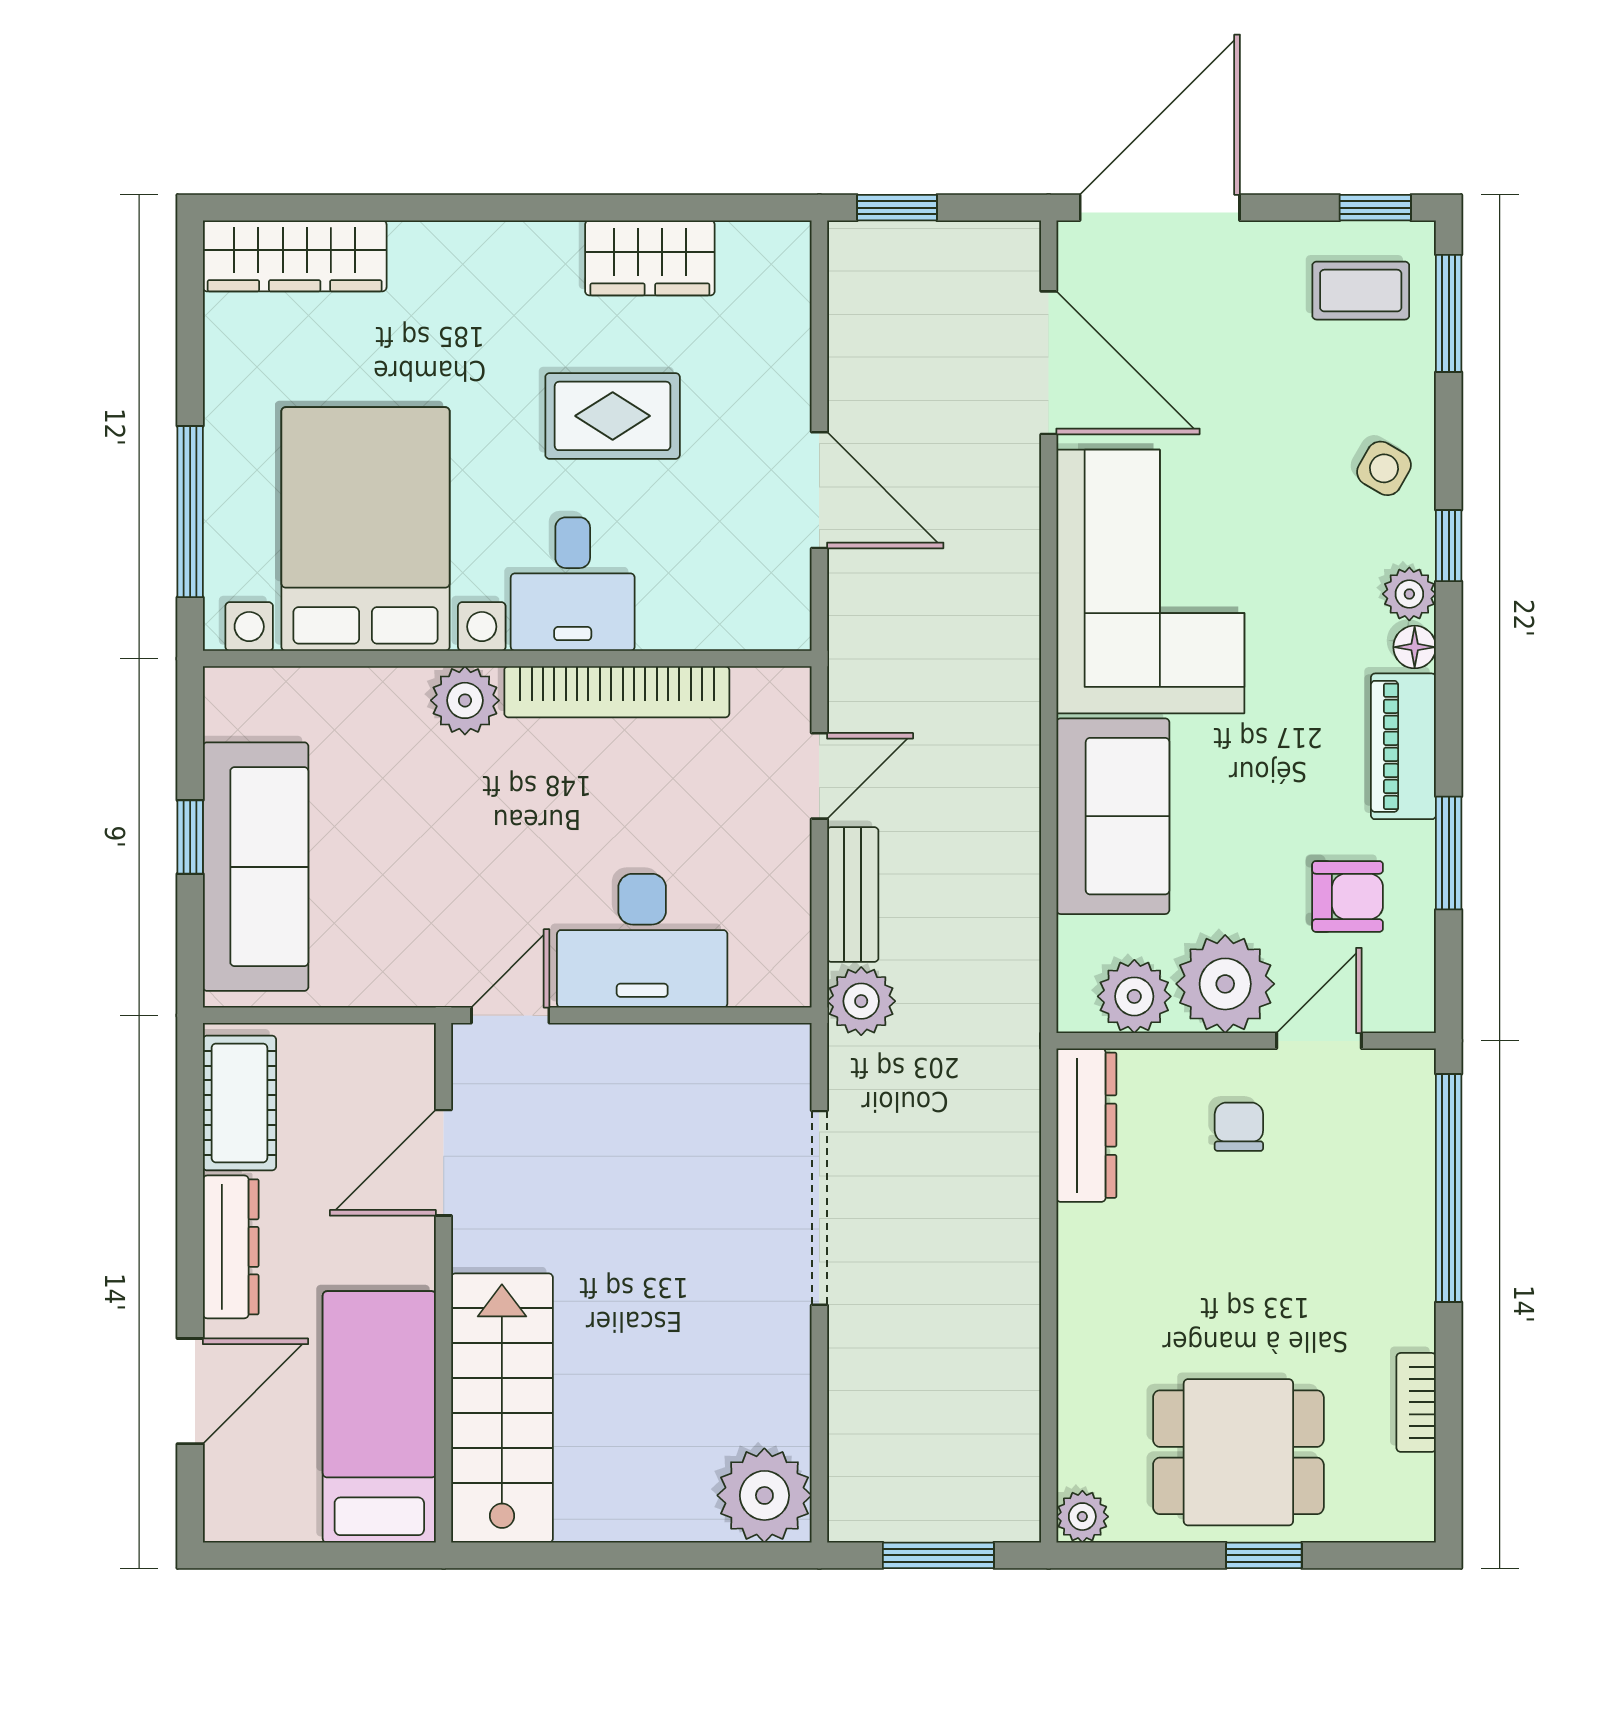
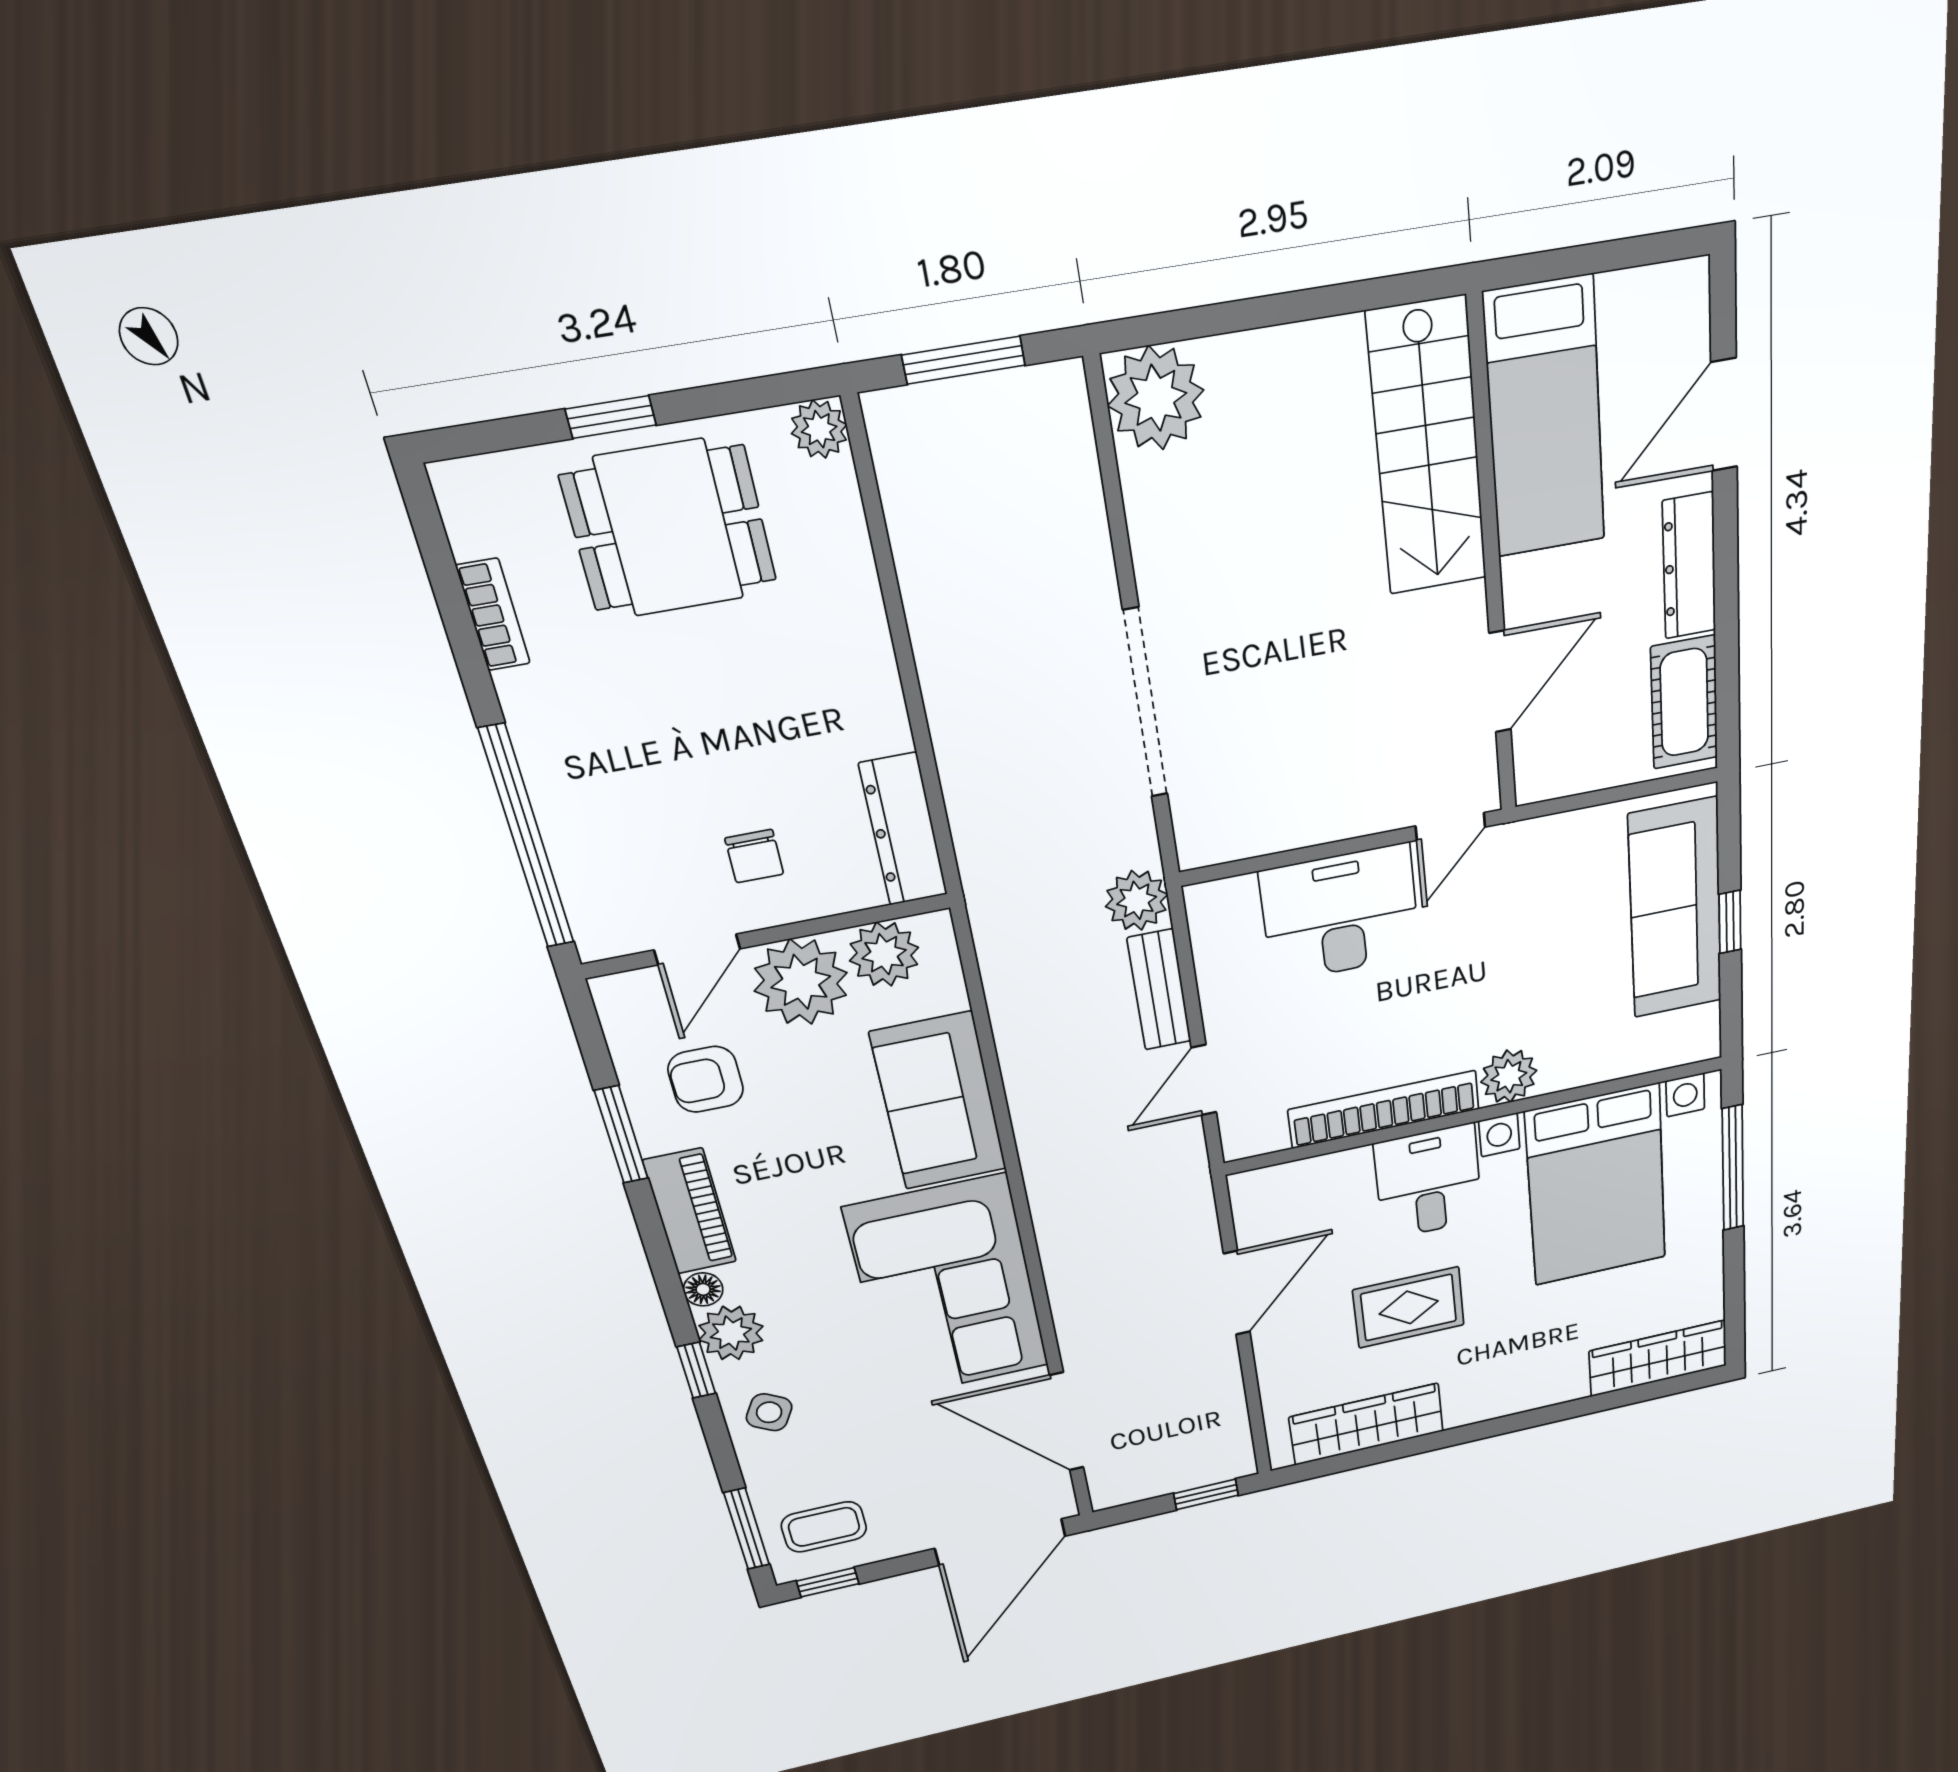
wardrobe: (650, 258) -> (1367, 1424), width x1.50
door: (819, 490) -> (1237, 1293), swing flipped
plant: (1409, 594) -> (731, 1333), width x1.38, depth x1.38

